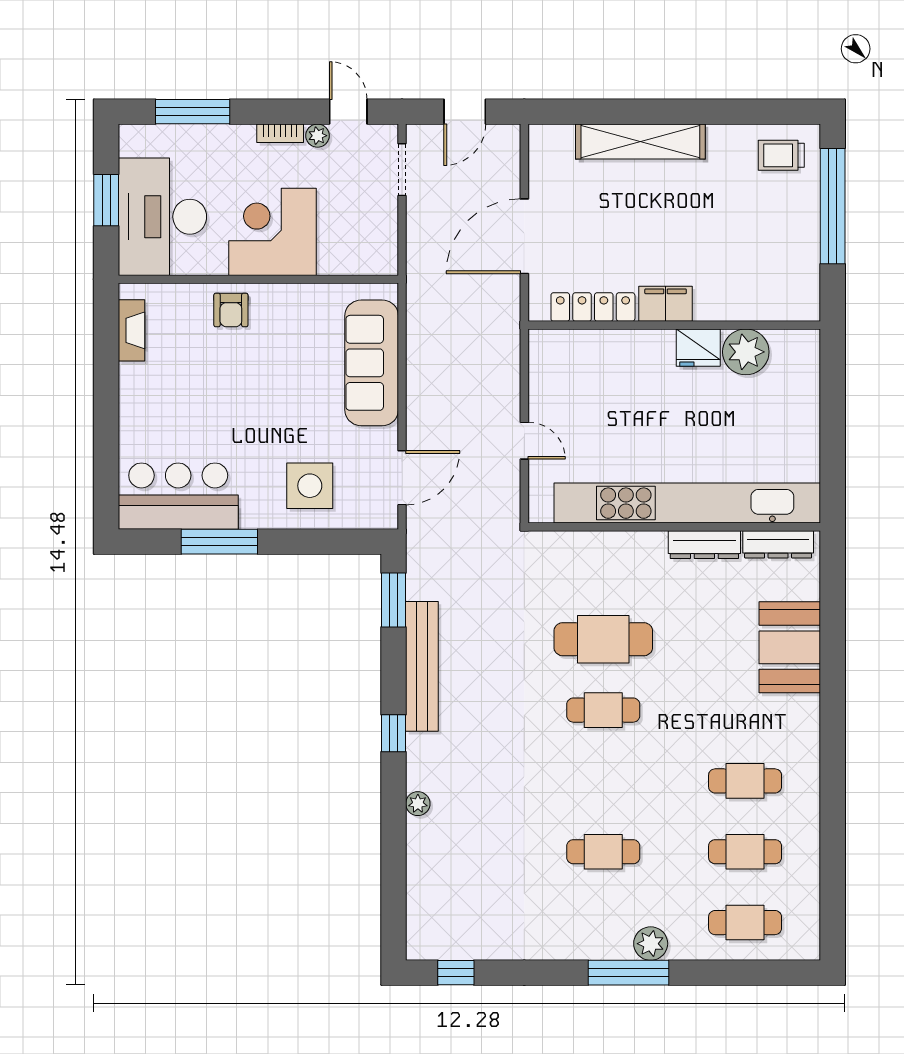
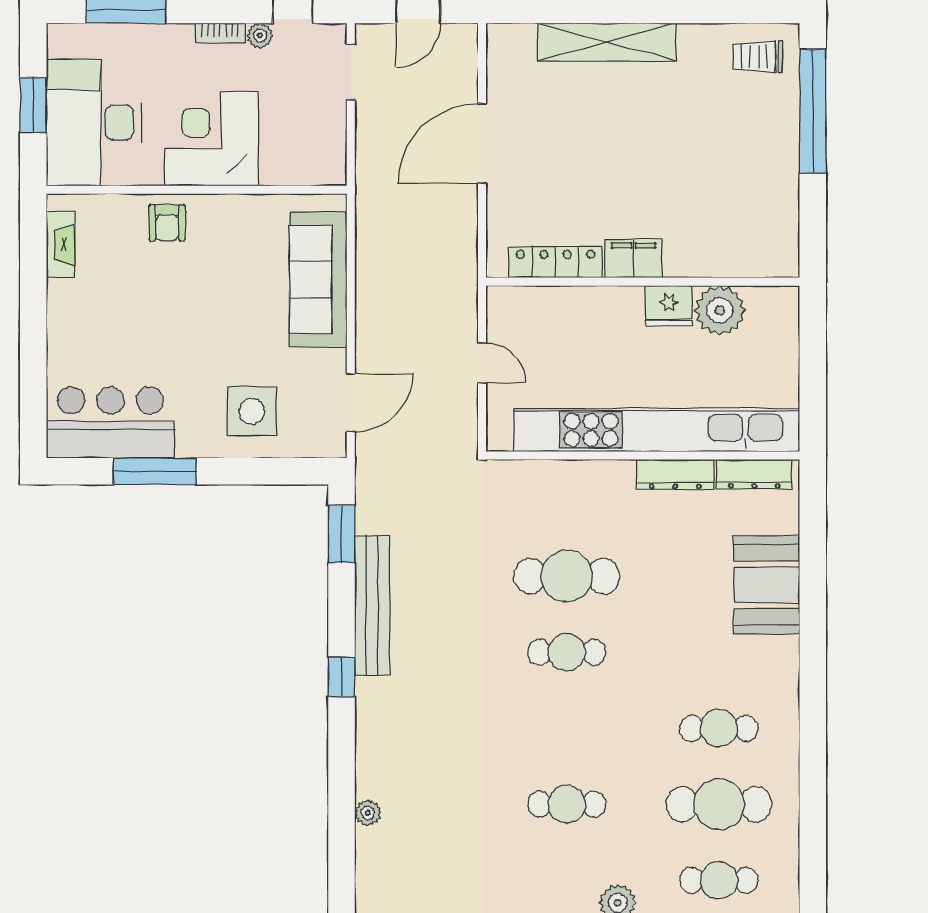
filing cabinet: (666, 304) -> (634, 259), moved
locker: (593, 307) -> (556, 262), moved
wall: (674, 325) -> (643, 282), moved
fridge: (698, 348) -> (669, 306), moved
plant: (746, 352) -> (720, 310), moved
plant: (418, 804) -> (368, 813), moved
cafe table: (745, 852) -> (719, 804), width x1.37, depth x1.35

